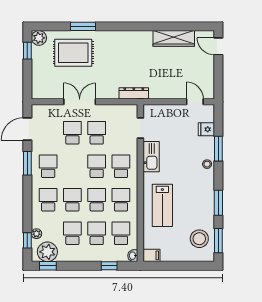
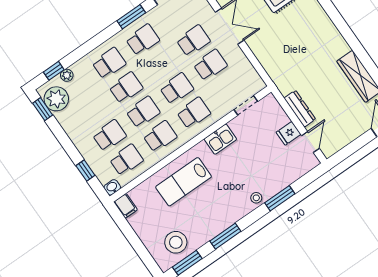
dresser: (134, 93) -> (300, 109), moved
fridge: (206, 129) -> (289, 133), moved, turned -90
kitchen sink: (151, 157) -> (220, 139), width x0.73
school desk: (72, 233) -> (92, 111), removed

